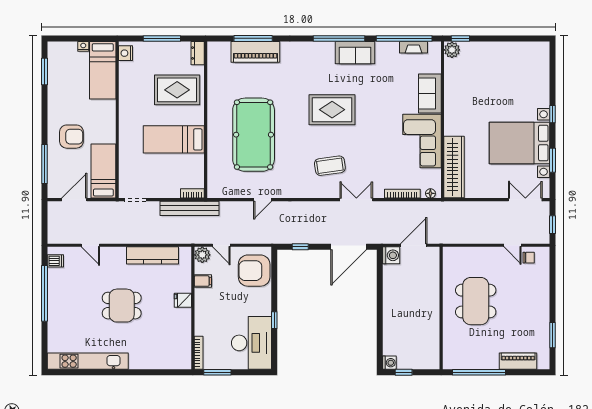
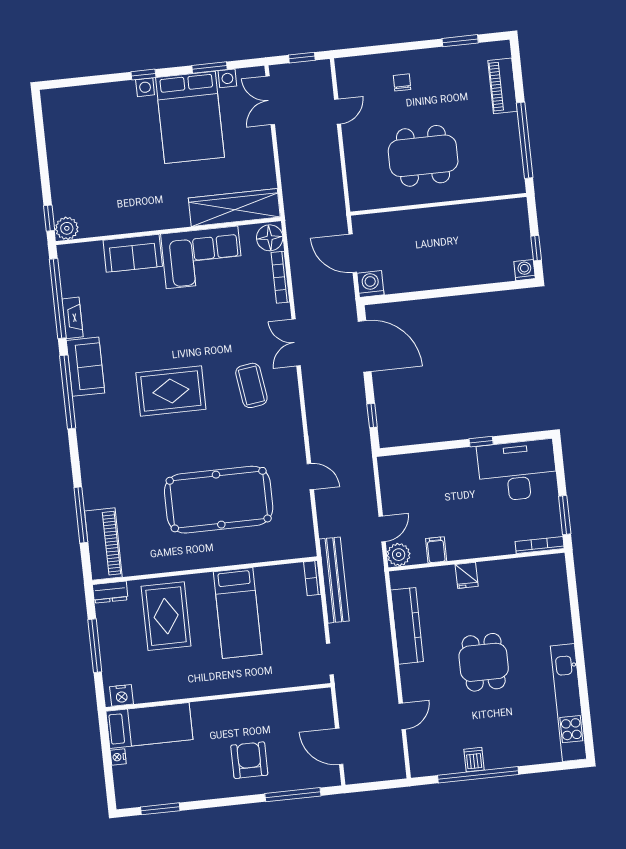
fireplace: (414, 47) -> (73, 318), moved
piano: (255, 52) -> (103, 544), moved
rug: (332, 110) -> (171, 391), turned 90
bed: (103, 171) -> (294, 709), removed
floor lamp: (430, 193) -> (270, 238), width x1.89, depth x1.89
chair: (529, 258) -> (402, 82), moved
dishwasher: (55, 261) -> (474, 760), moved
armchair: (254, 271) -> (413, 478), removed

